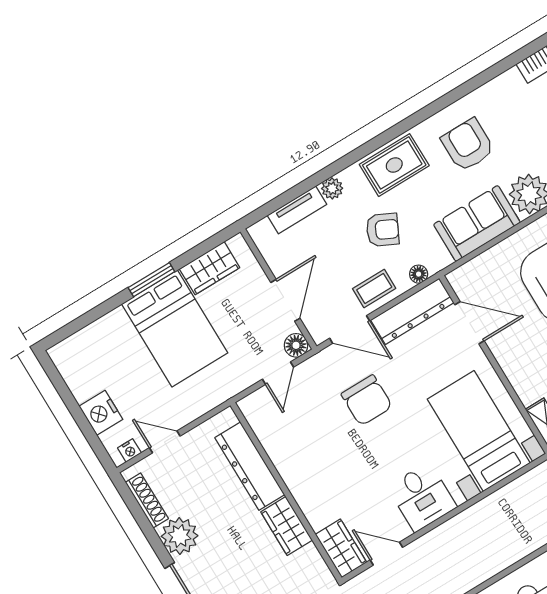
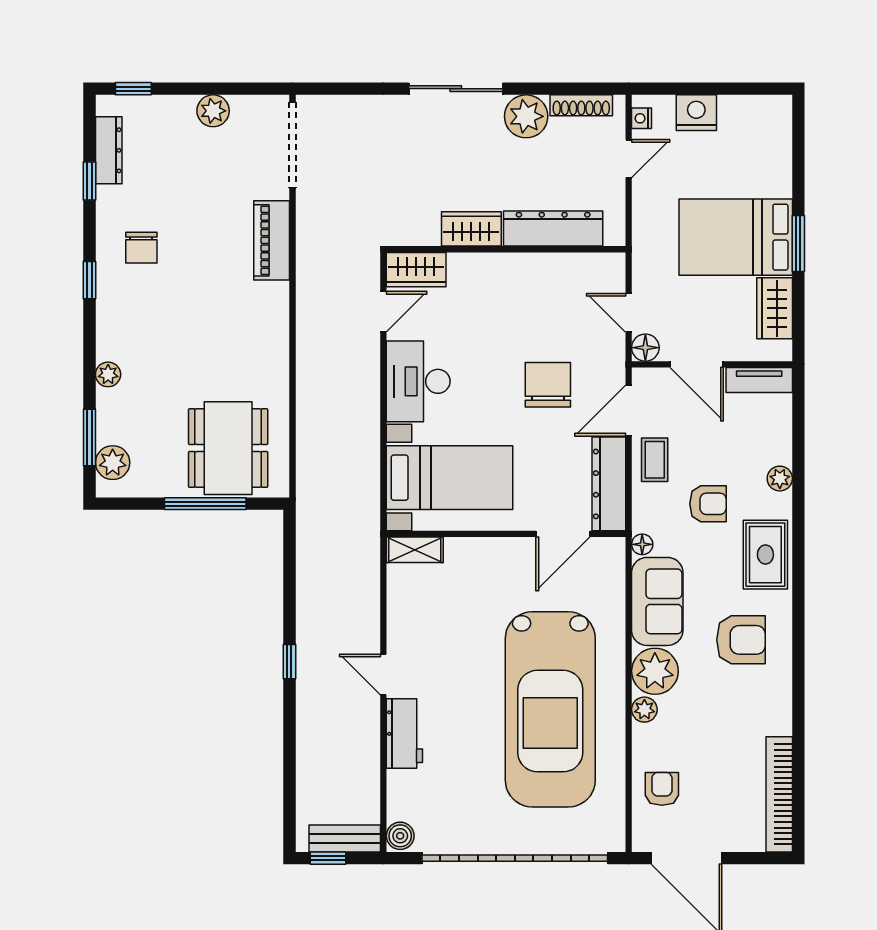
tv unit: (297, 210) -> (759, 380), moved, turned -90
armchair: (383, 230) -> (708, 504), turned -116
floor lamp: (419, 274) -> (642, 544), moved
chair: (367, 400) -> (548, 385), turned 90
desk: (422, 497) -> (418, 381), width x1.37

